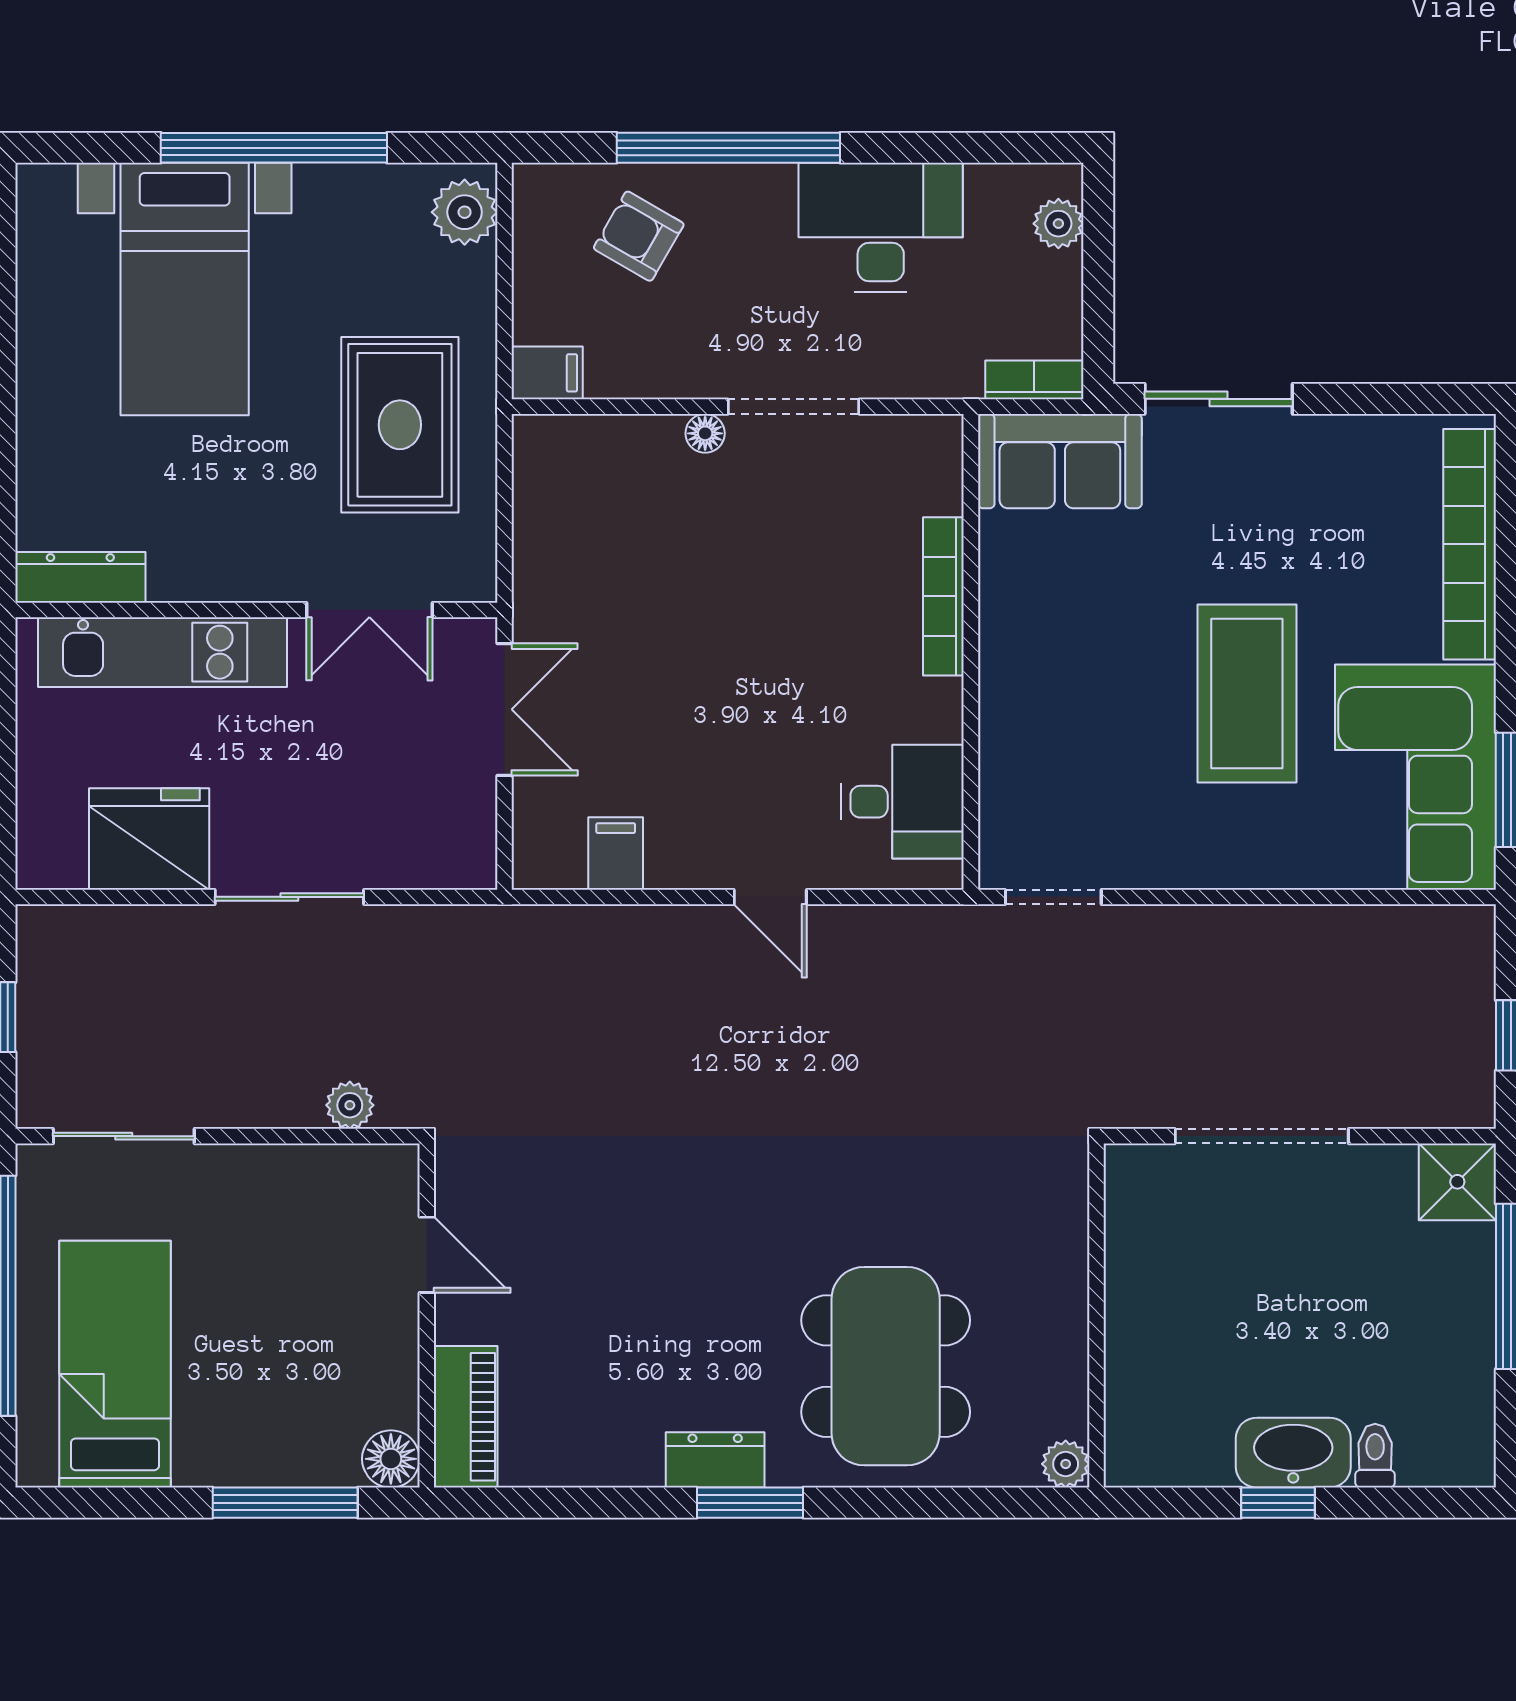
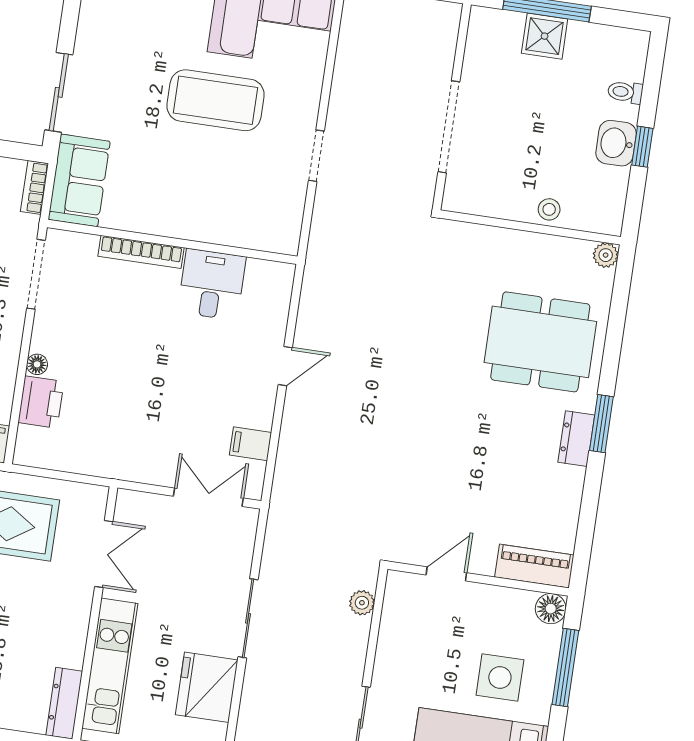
doorway: (794, 407) -> (36, 274), moved
printer: (636, 451) -> (41, 402), added
double door: (505, 709) -> (208, 497), moved
desk: (902, 802) -> (212, 284), moved
doorway: (1053, 897) -> (316, 156), moved
shower: (1457, 1182) -> (545, 36), moved
stool: (1135, 1346) -> (549, 209), added
side table: (248, 1383) -> (500, 677), added
washbasin: (1293, 1453) -> (616, 143), width x0.72

